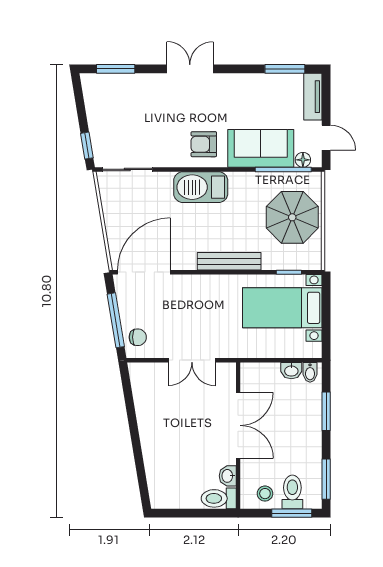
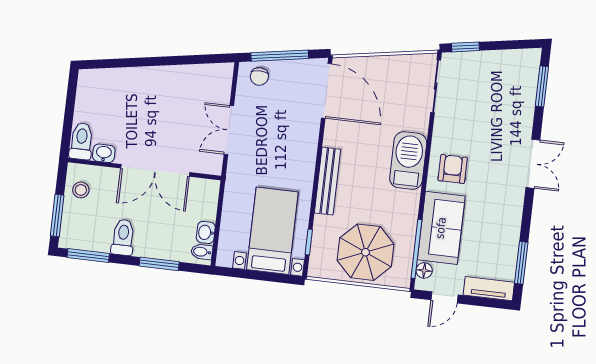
toilet: (292, 492) -> (123, 237), moved, turned -90

